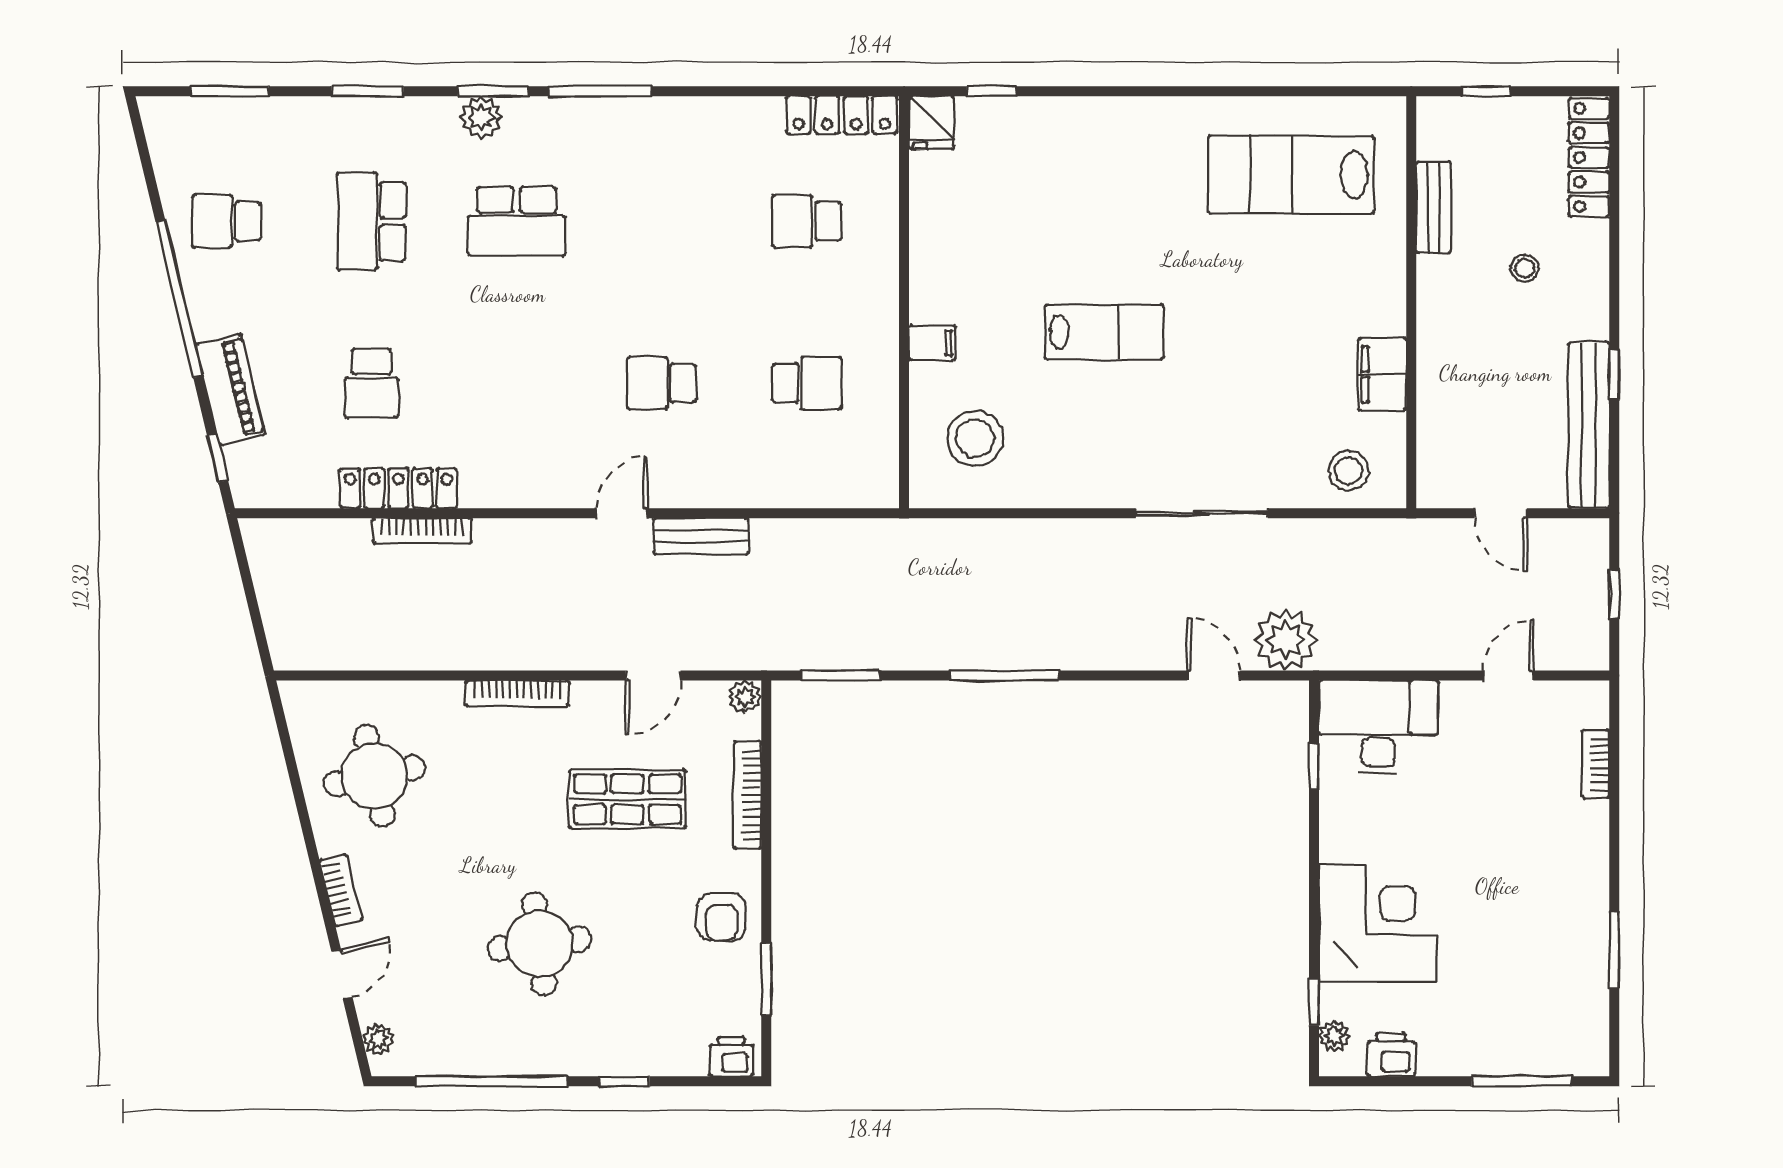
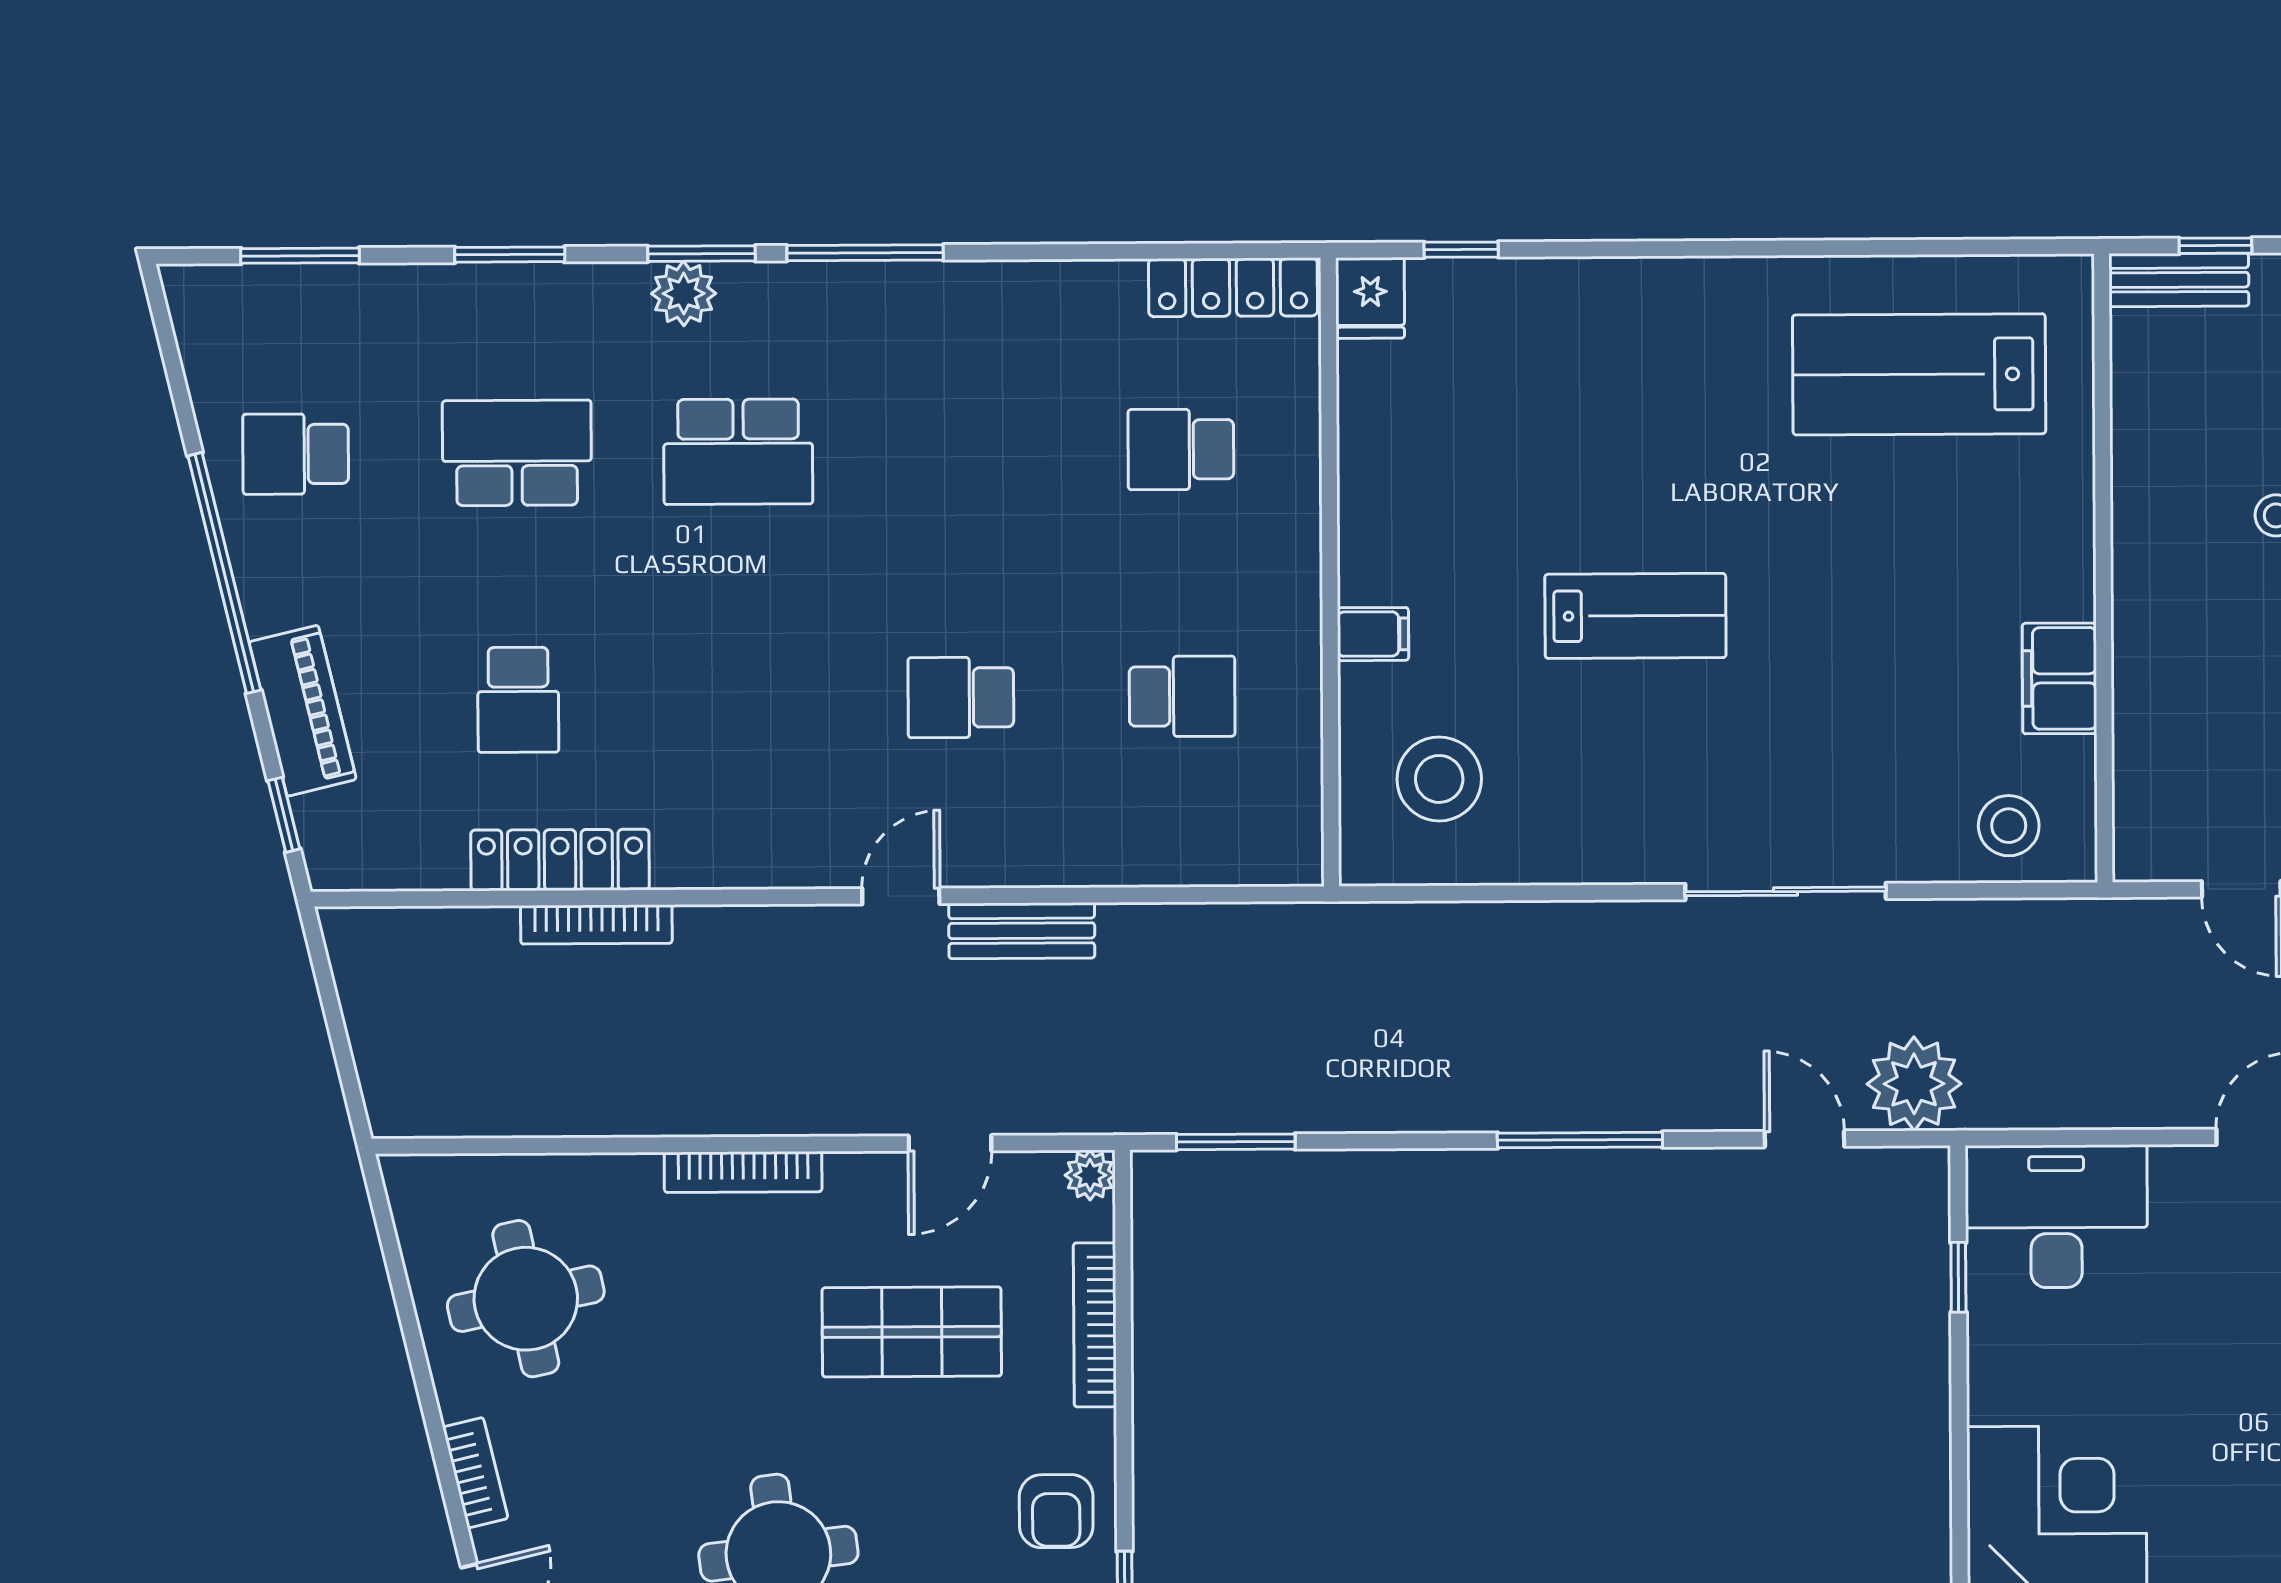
bench: (1434, 207) -> (2179, 280), moved, turned 90
school desk: (372, 221) -> (517, 453), turned 90
window: (1005, 675) -> (1580, 1140), moved

